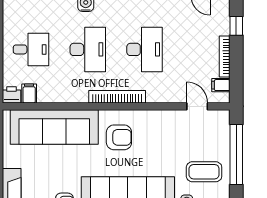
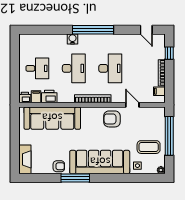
printer: (49, 93) -> (49, 97), added
door: (197, 106) -> (132, 105), moved
armchair: (119, 137) -> (112, 119), moved, turned 180

